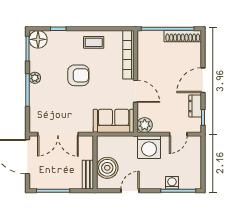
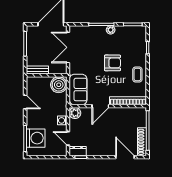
floor lamp: (38, 39) -> (140, 32), removed
armchair: (78, 75) -> (112, 63), turned -90
door: (203, 80) -> (125, 157), moved
dresser: (195, 106) -> (78, 151), moved
washing machine: (149, 147) -> (62, 120), width x0.53, depth x0.53
boiler: (107, 168) -> (59, 85), moved
washing machine: (172, 183) -> (36, 138), width x1.89, depth x1.89

